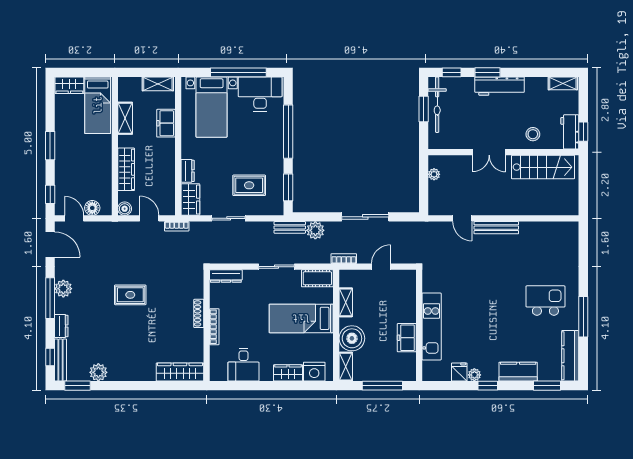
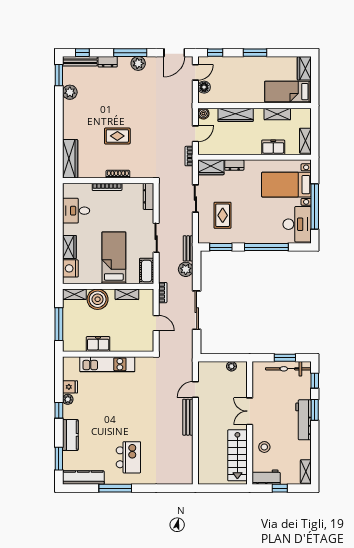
window: (583, 132) -> (280, 488), moved
rug: (130, 295) -> (117, 136), moved, turned 90

